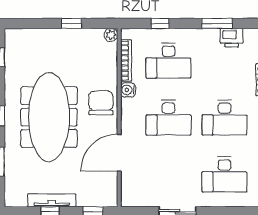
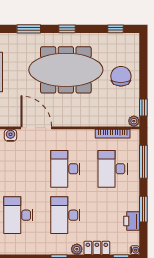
window: (72, 23) -> (143, 108), moved
window: (160, 23) -> (143, 162), width x2.17
water cooler: (128, 90) -> (10, 135), moved
chair: (101, 103) -> (121, 76), moved, turned -90

